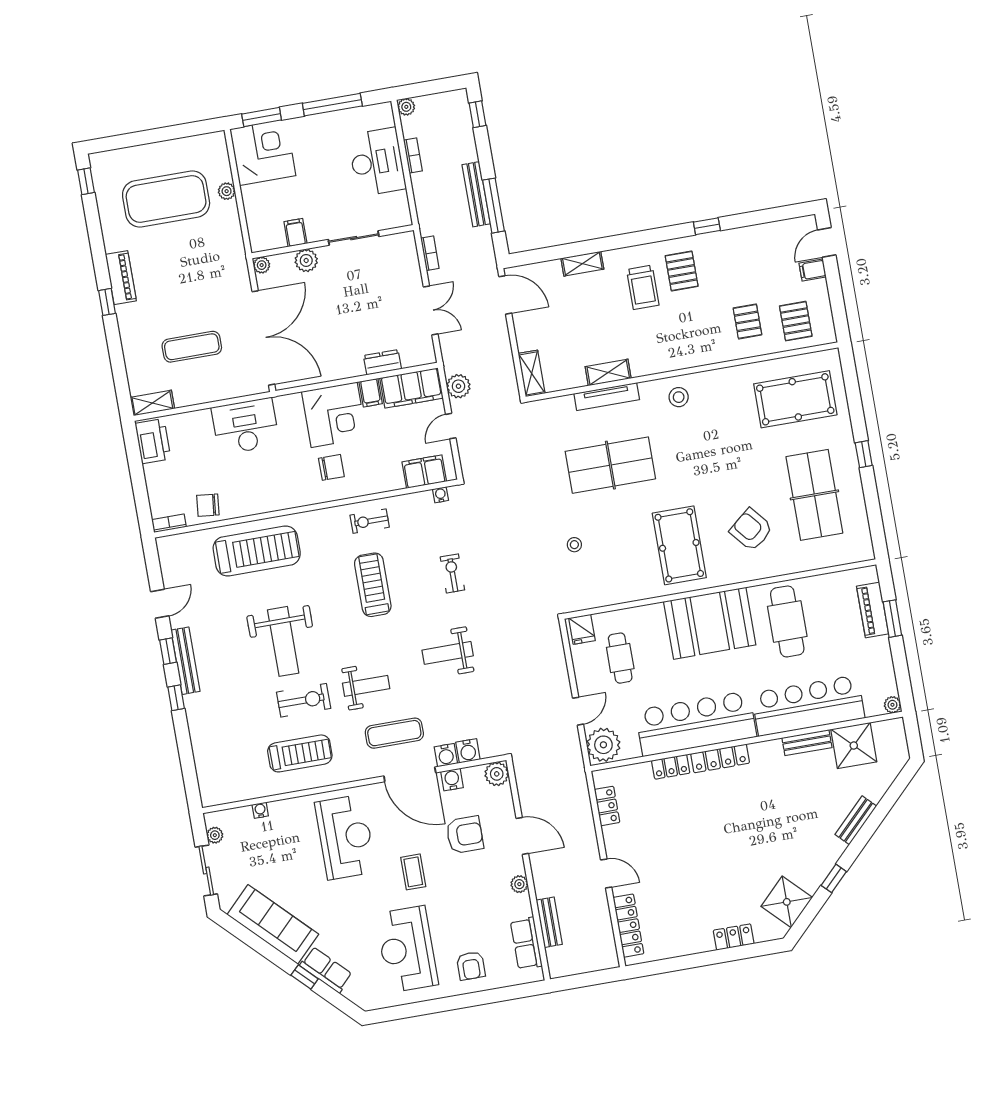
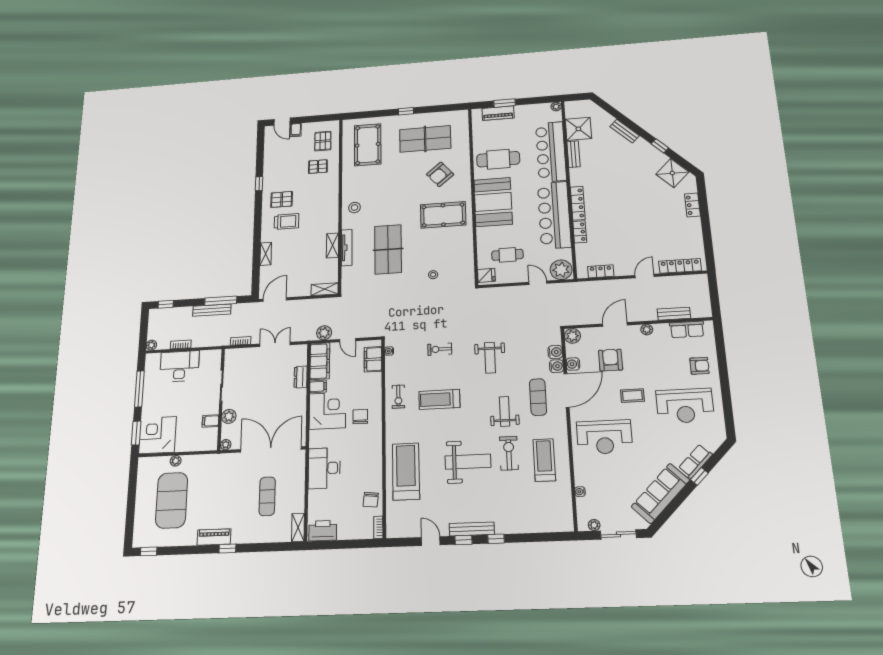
pallet: (796, 321) -> (323, 141), turned 90
reception desk: (345, 837) -> (604, 437), turned 180

